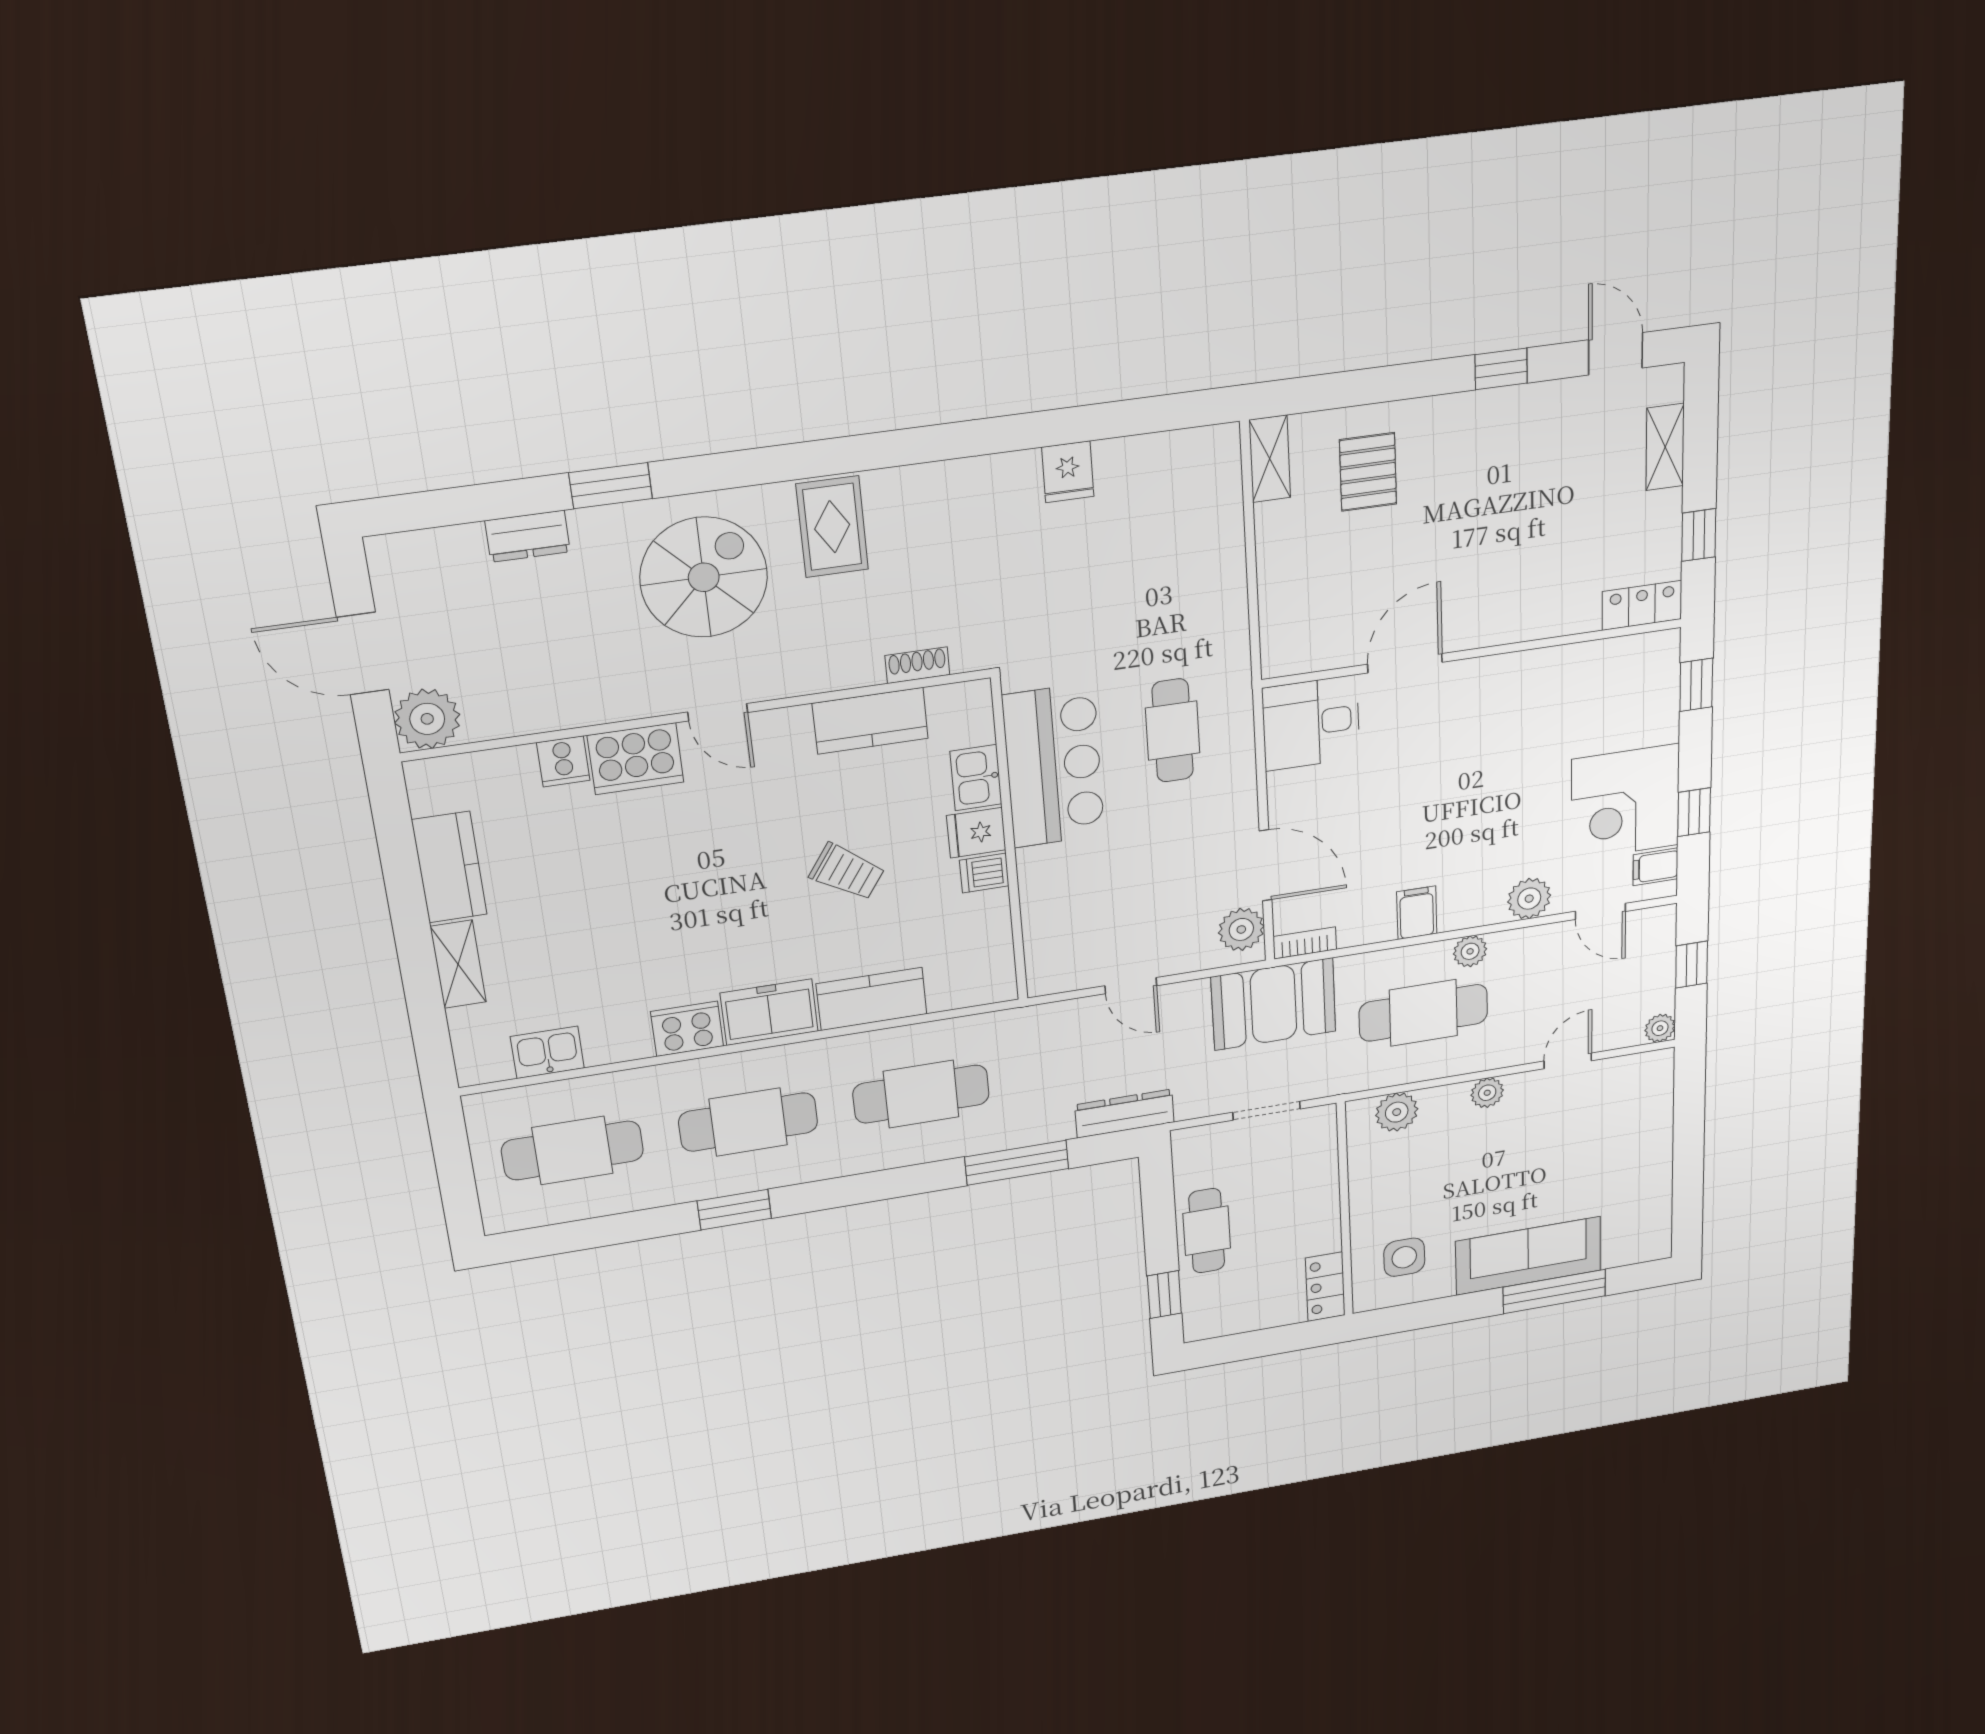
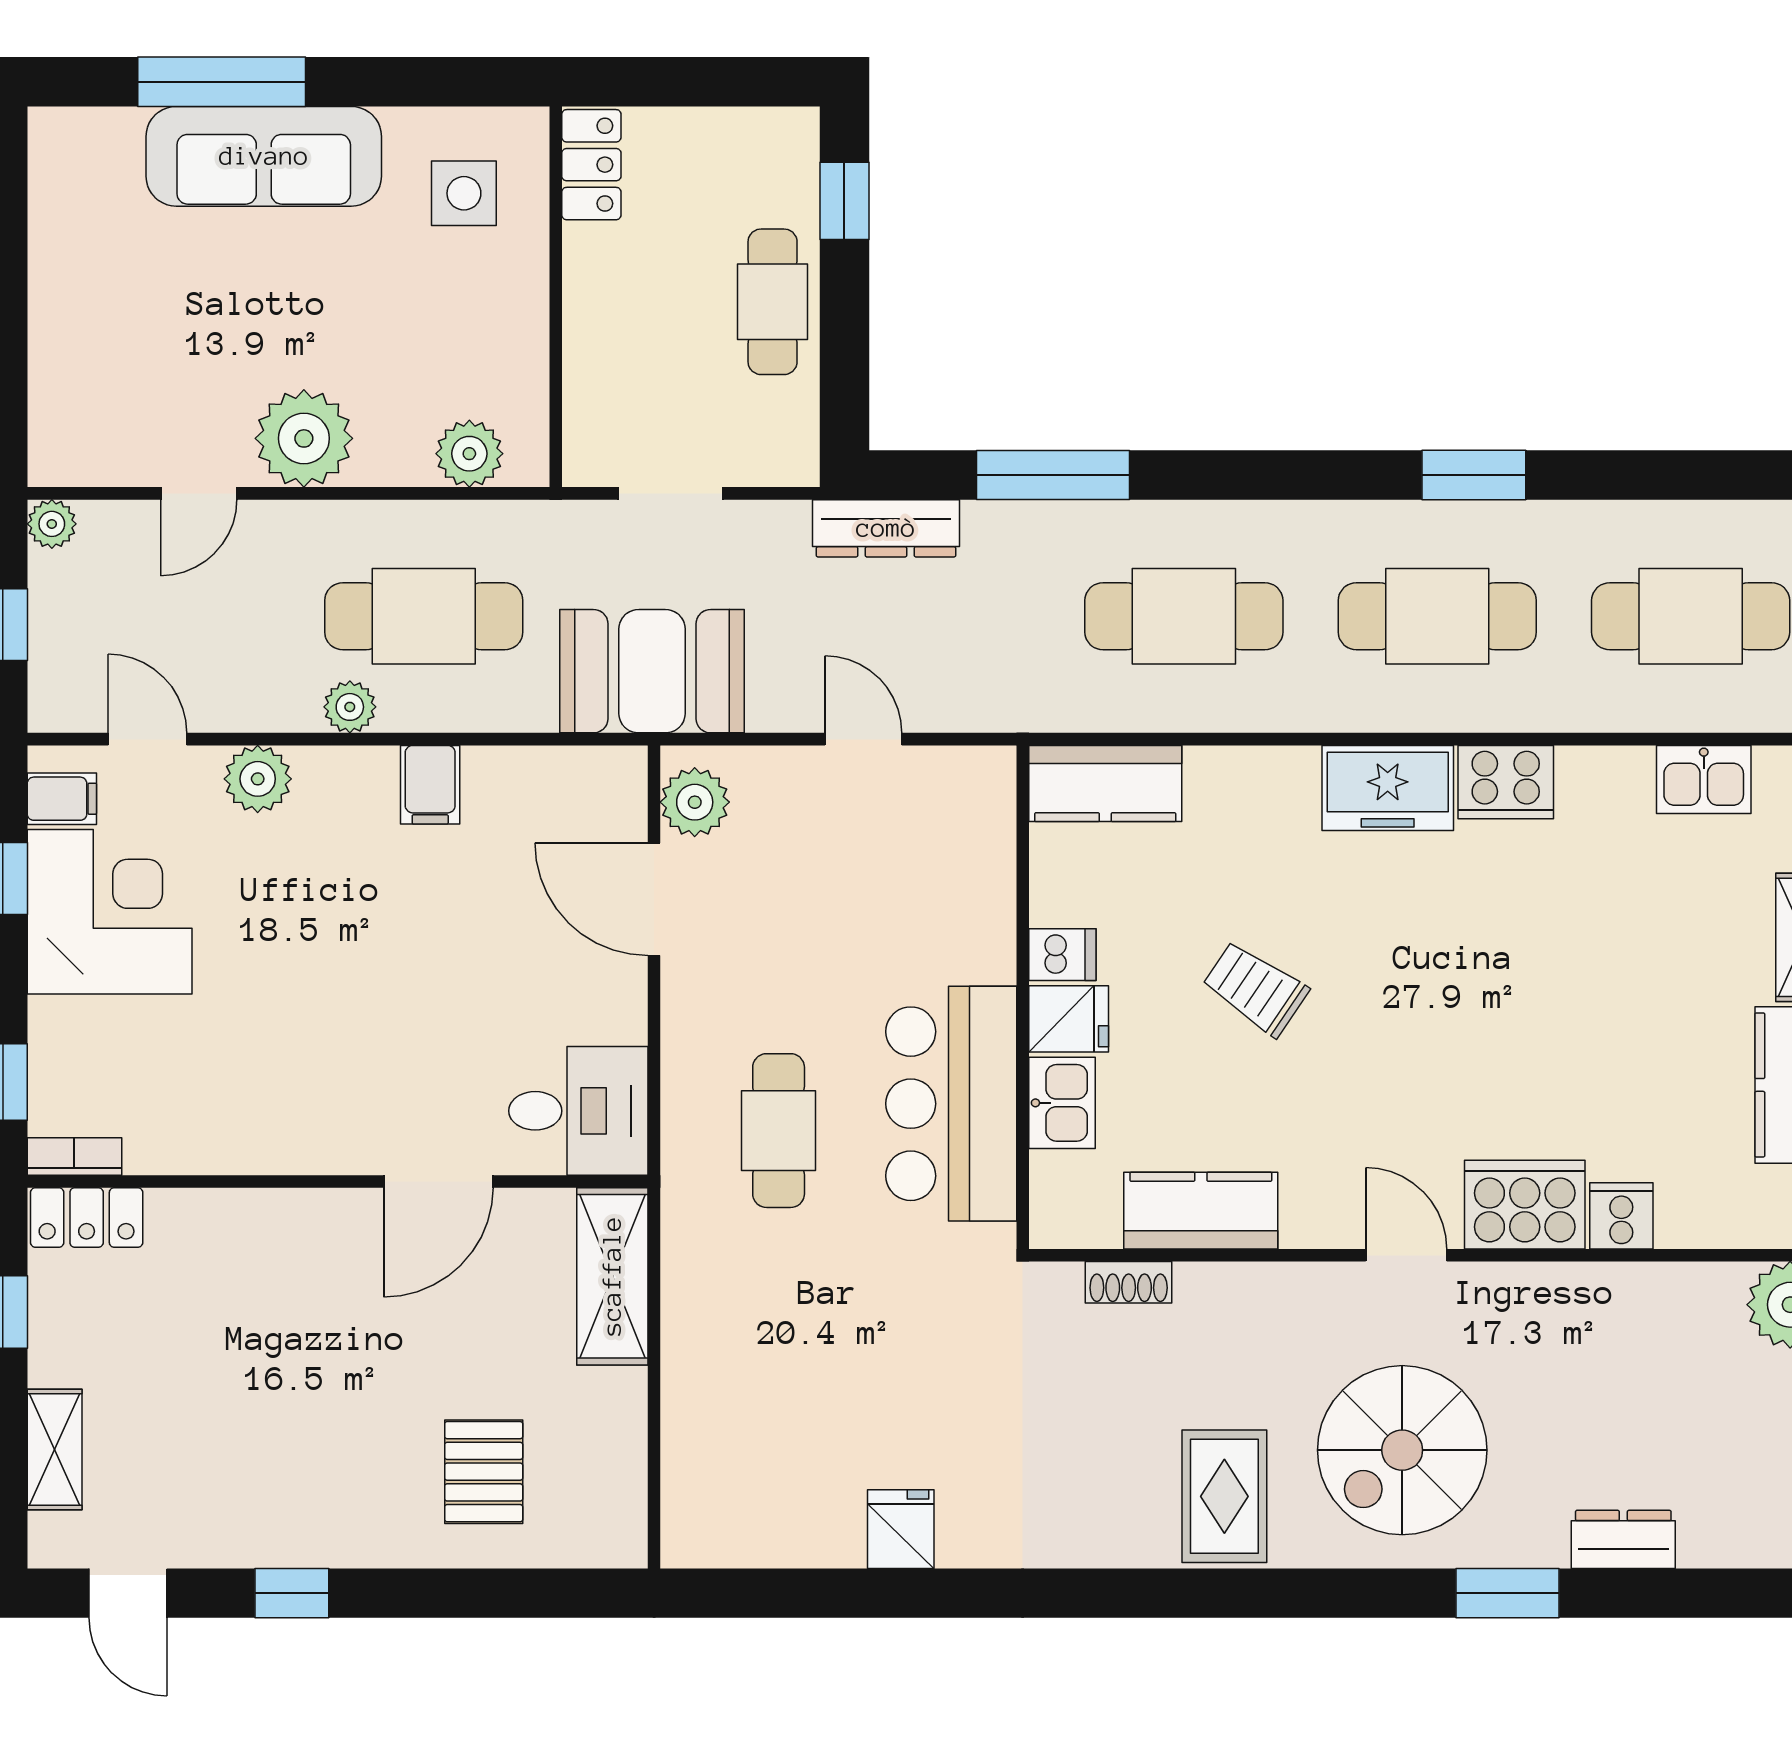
shelving: (1270, 459) -> (612, 1276), moved, width x1.50, depth x1.33
bookcase: (1305, 943) -> (74, 1156), moved, turned 180
kitchen counter: (871, 999) -> (1105, 784), moved
plant: (1487, 1093) -> (304, 438), width x1.88, depth x1.88

